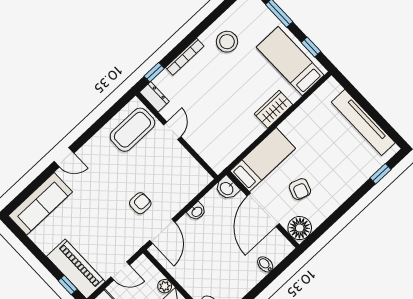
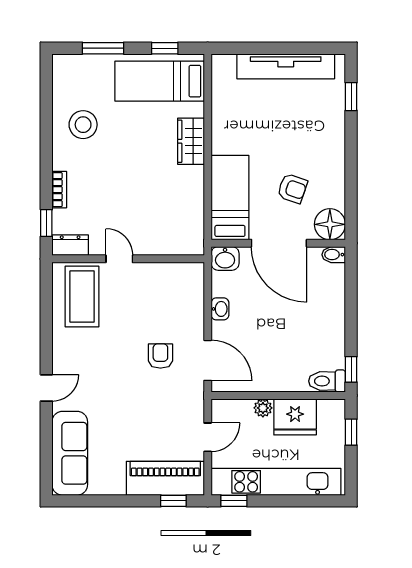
bookcase: (185, 57) -> (59, 190), width x0.64
bidet: (265, 264) -> (334, 255), moved

